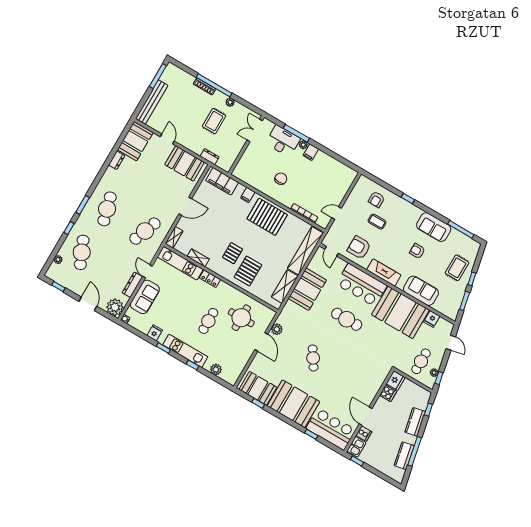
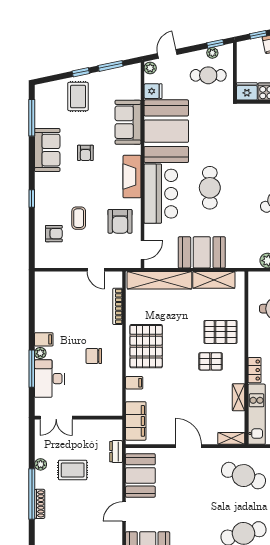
rug: (457, 268) -> (78, 96), turned 90
plant: (448, 326) -> (150, 68), added

